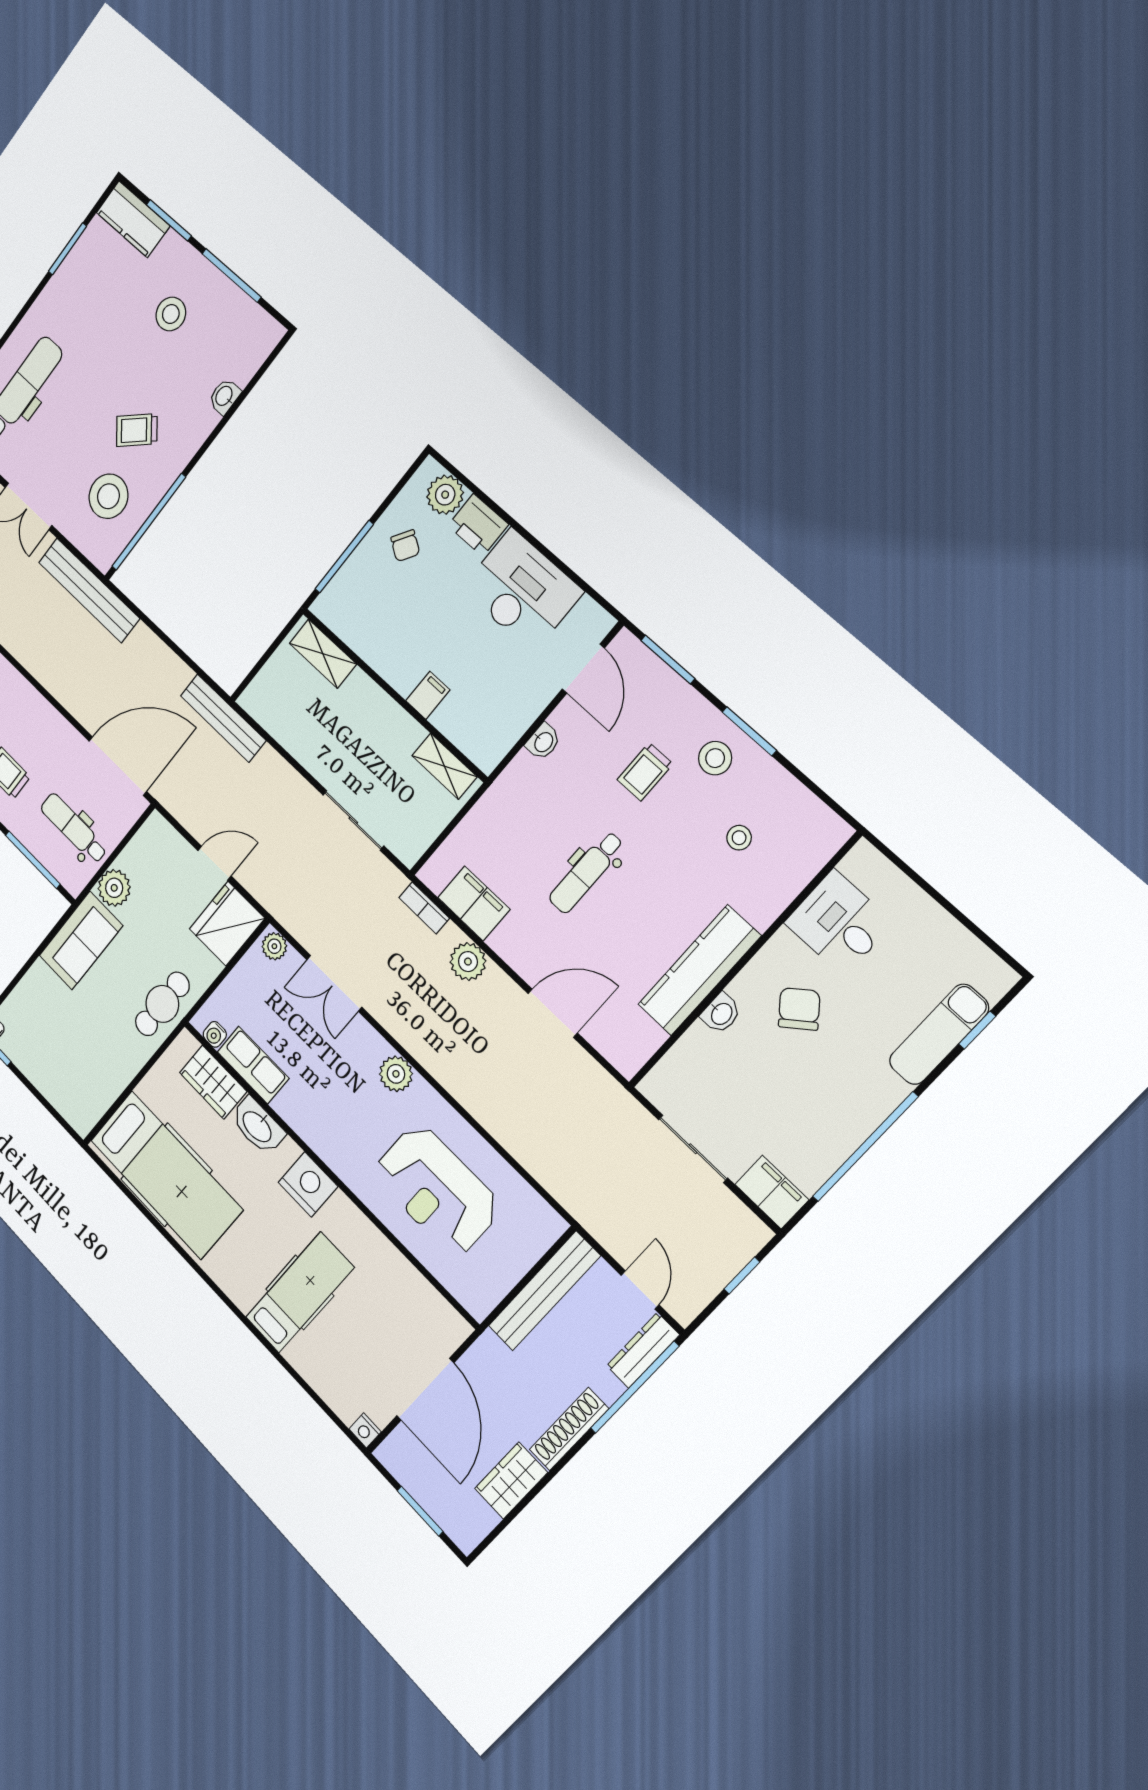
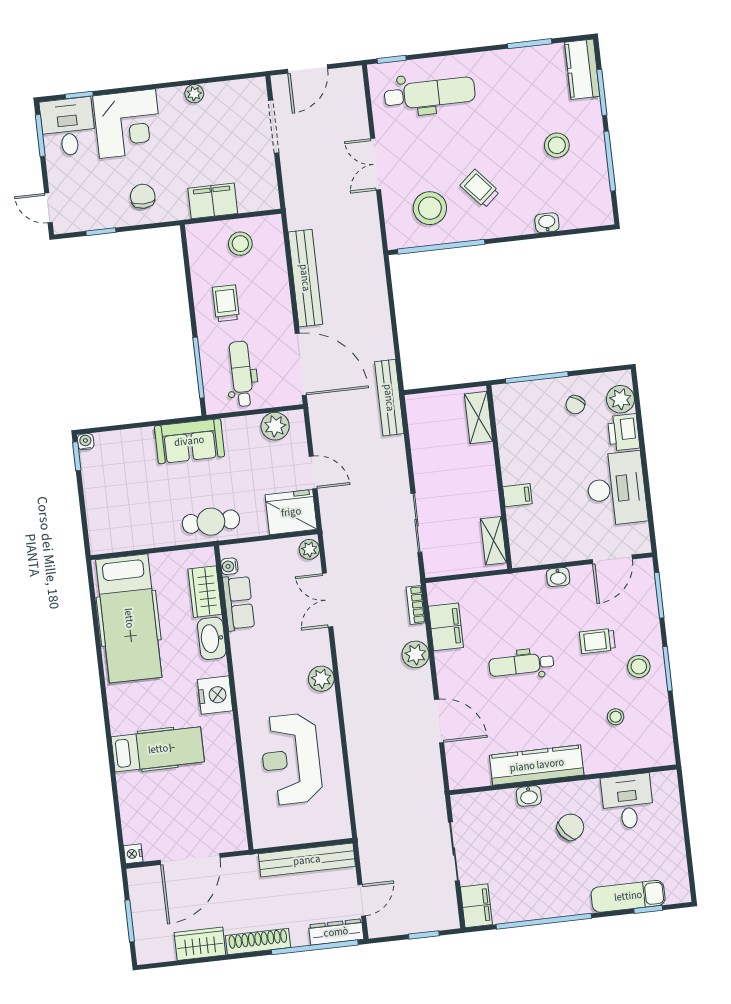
bench: (89, 590) -> (305, 278), moved
plant: (114, 888) -> (275, 426), moved

